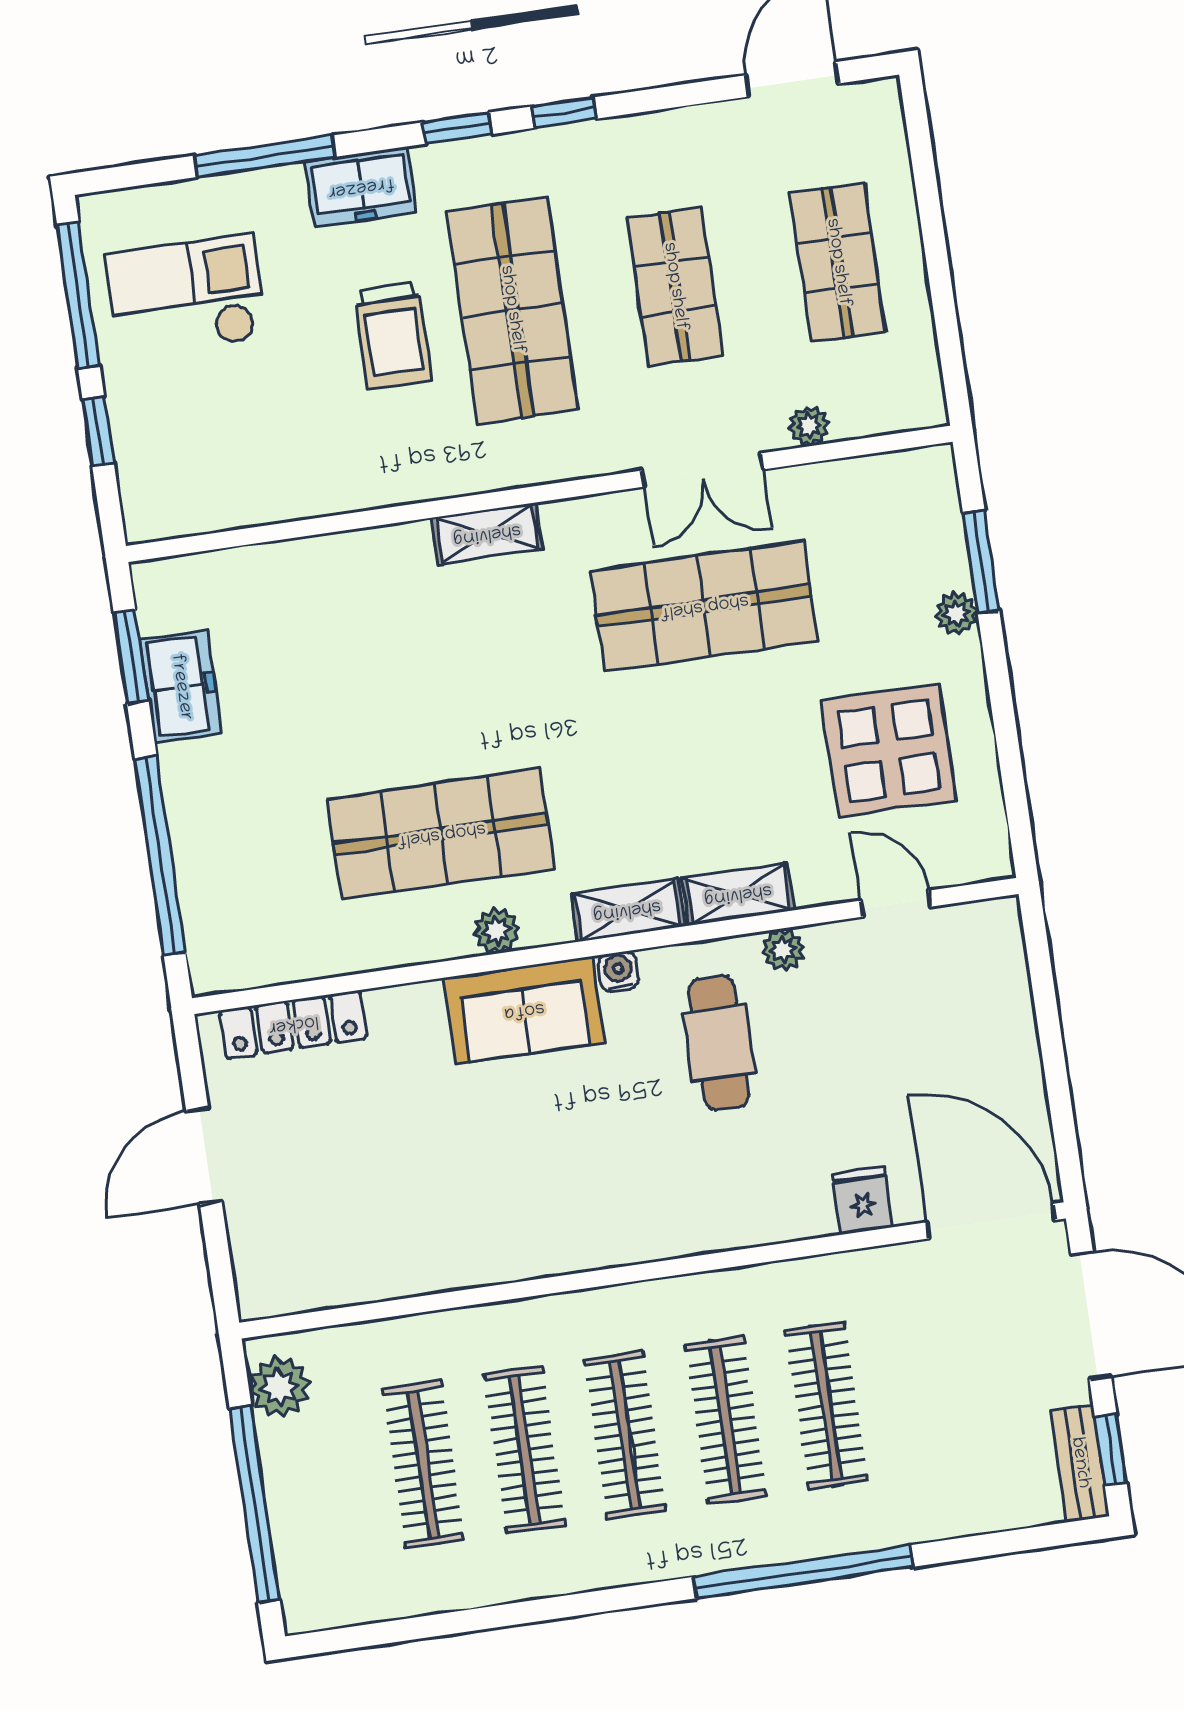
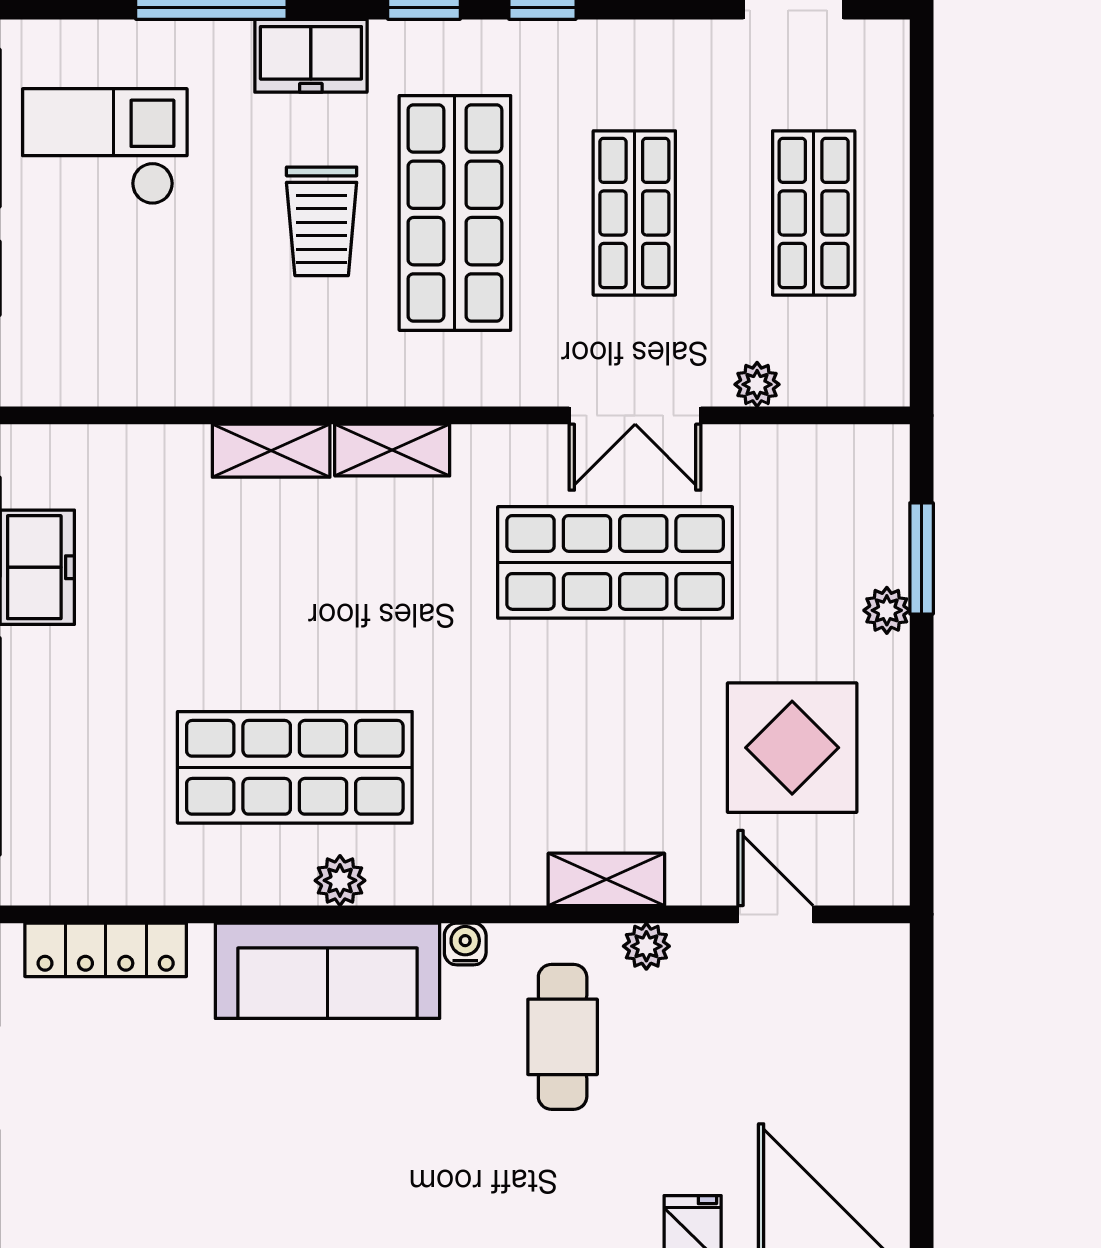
shelving: (627, 910) -> (271, 451), moved
sofa: (524, 1010) -> (327, 971), width x1.36

